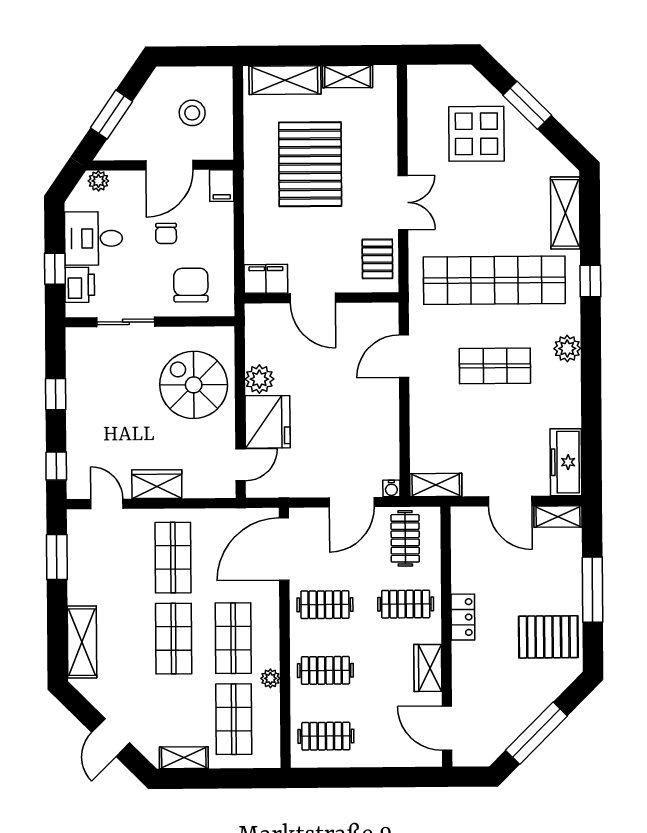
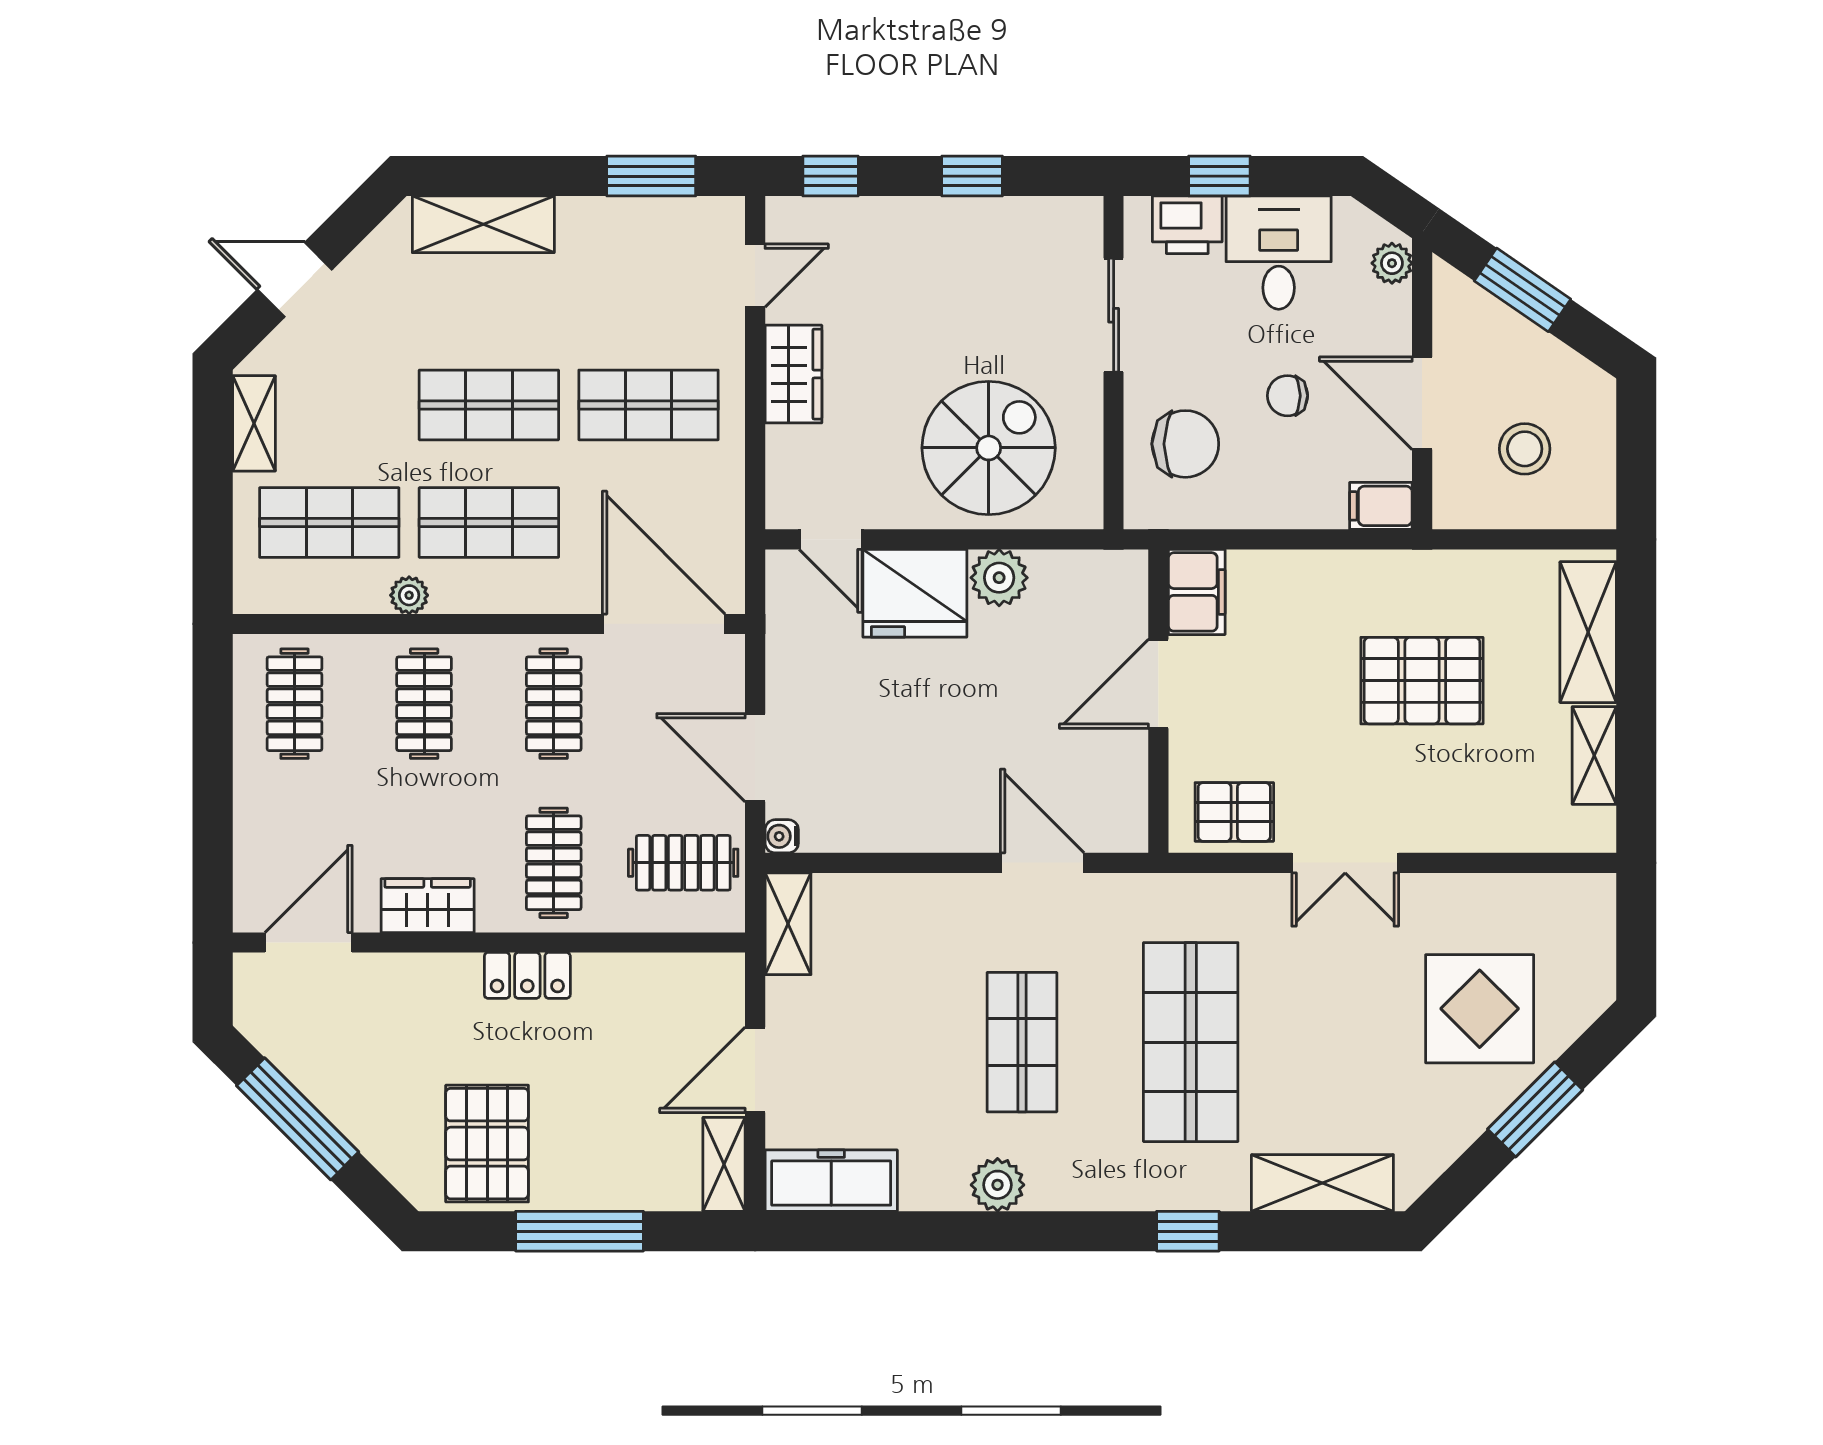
pallet: (310, 164) -> (1422, 681), width x0.73, depth x0.71
shop shelf: (494, 280) -> (1191, 1042), width x0.71
plant: (567, 348) -> (998, 1185), moved

